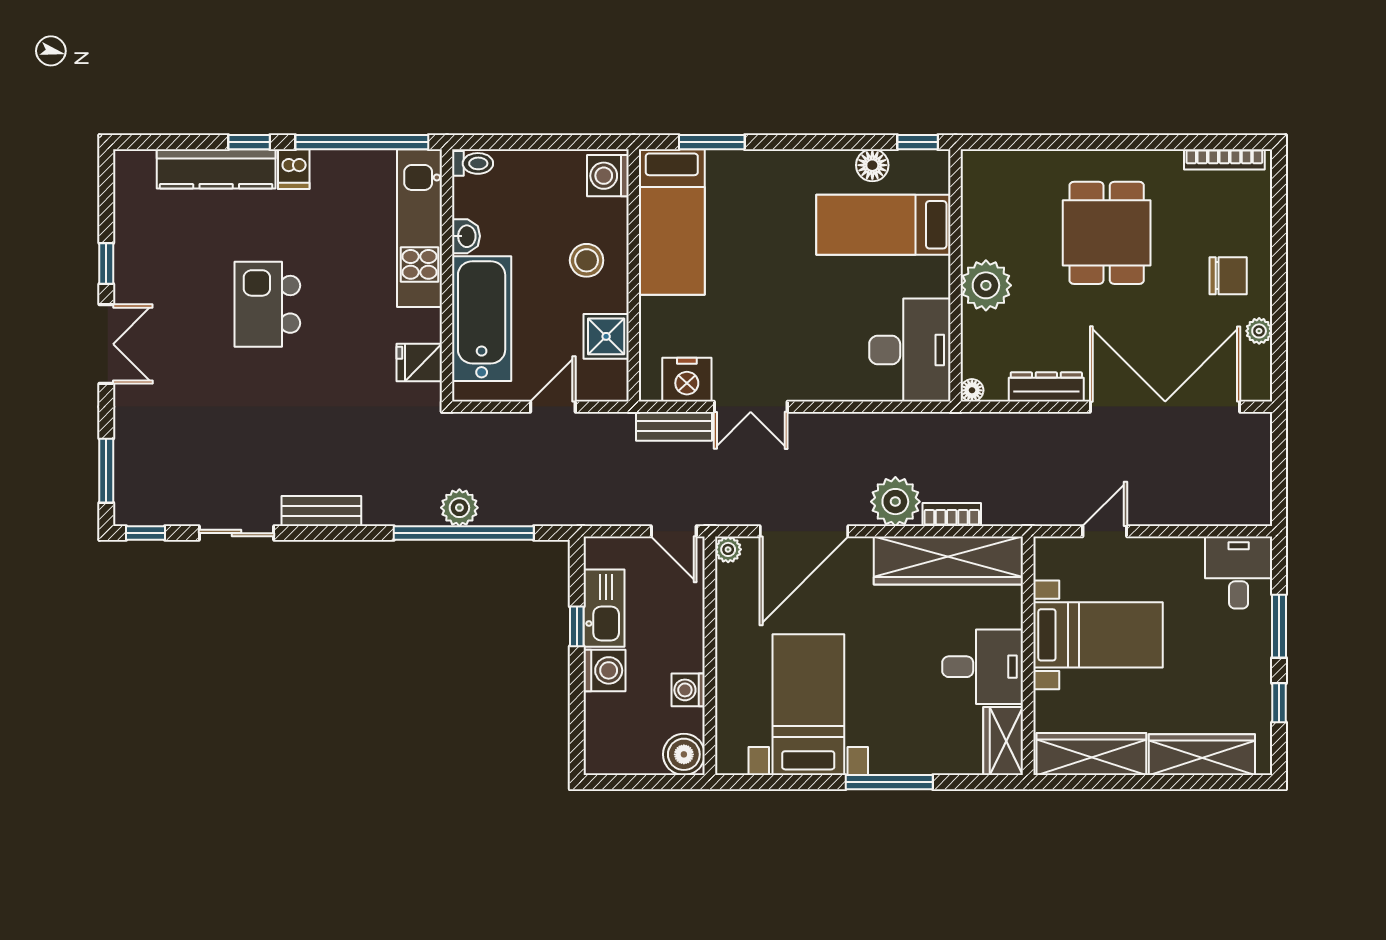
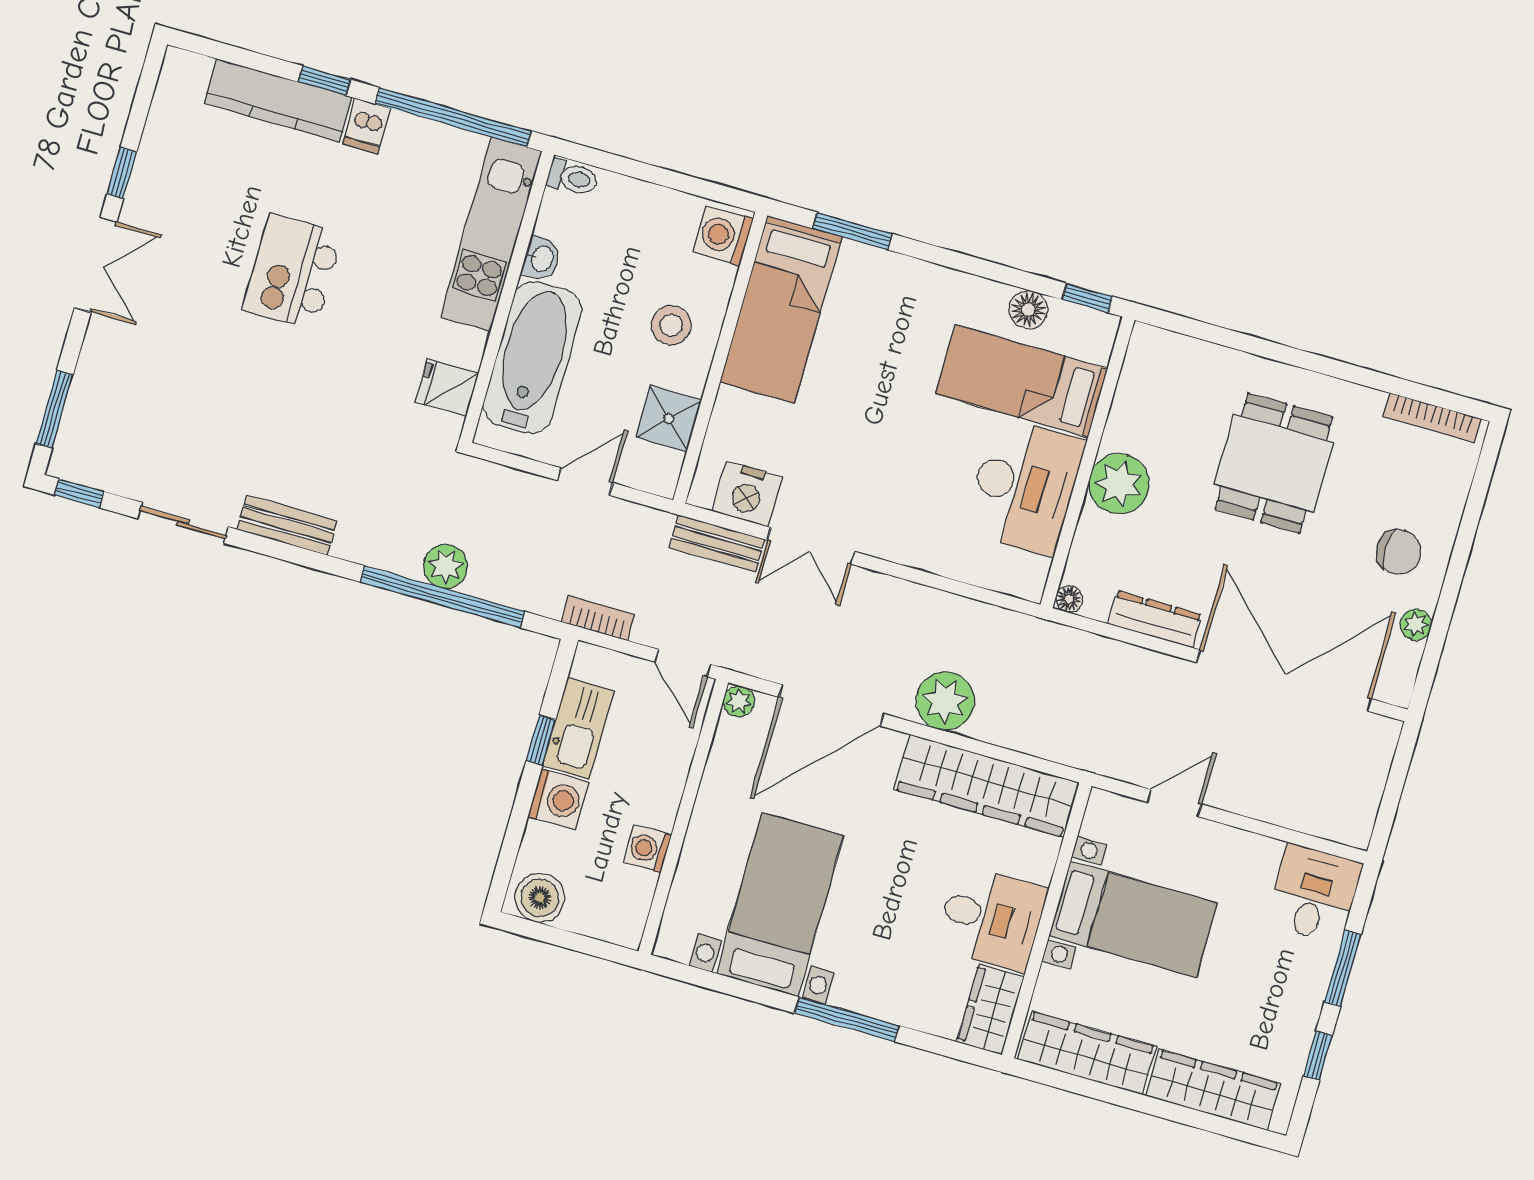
desk: (910, 350) -> (1024, 486), moved
bookcase: (952, 514) -> (598, 618), moved
boiler: (684, 754) -> (540, 898), moved

